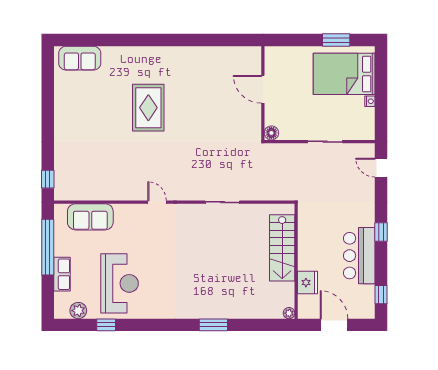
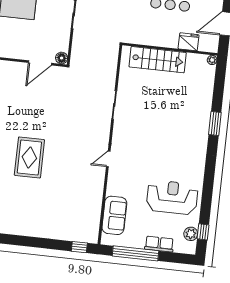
door: (263, 89) -> (40, 63), moved
rug: (148, 108) -> (29, 157), turned 90
window: (106, 325) -> (203, 232), moved

